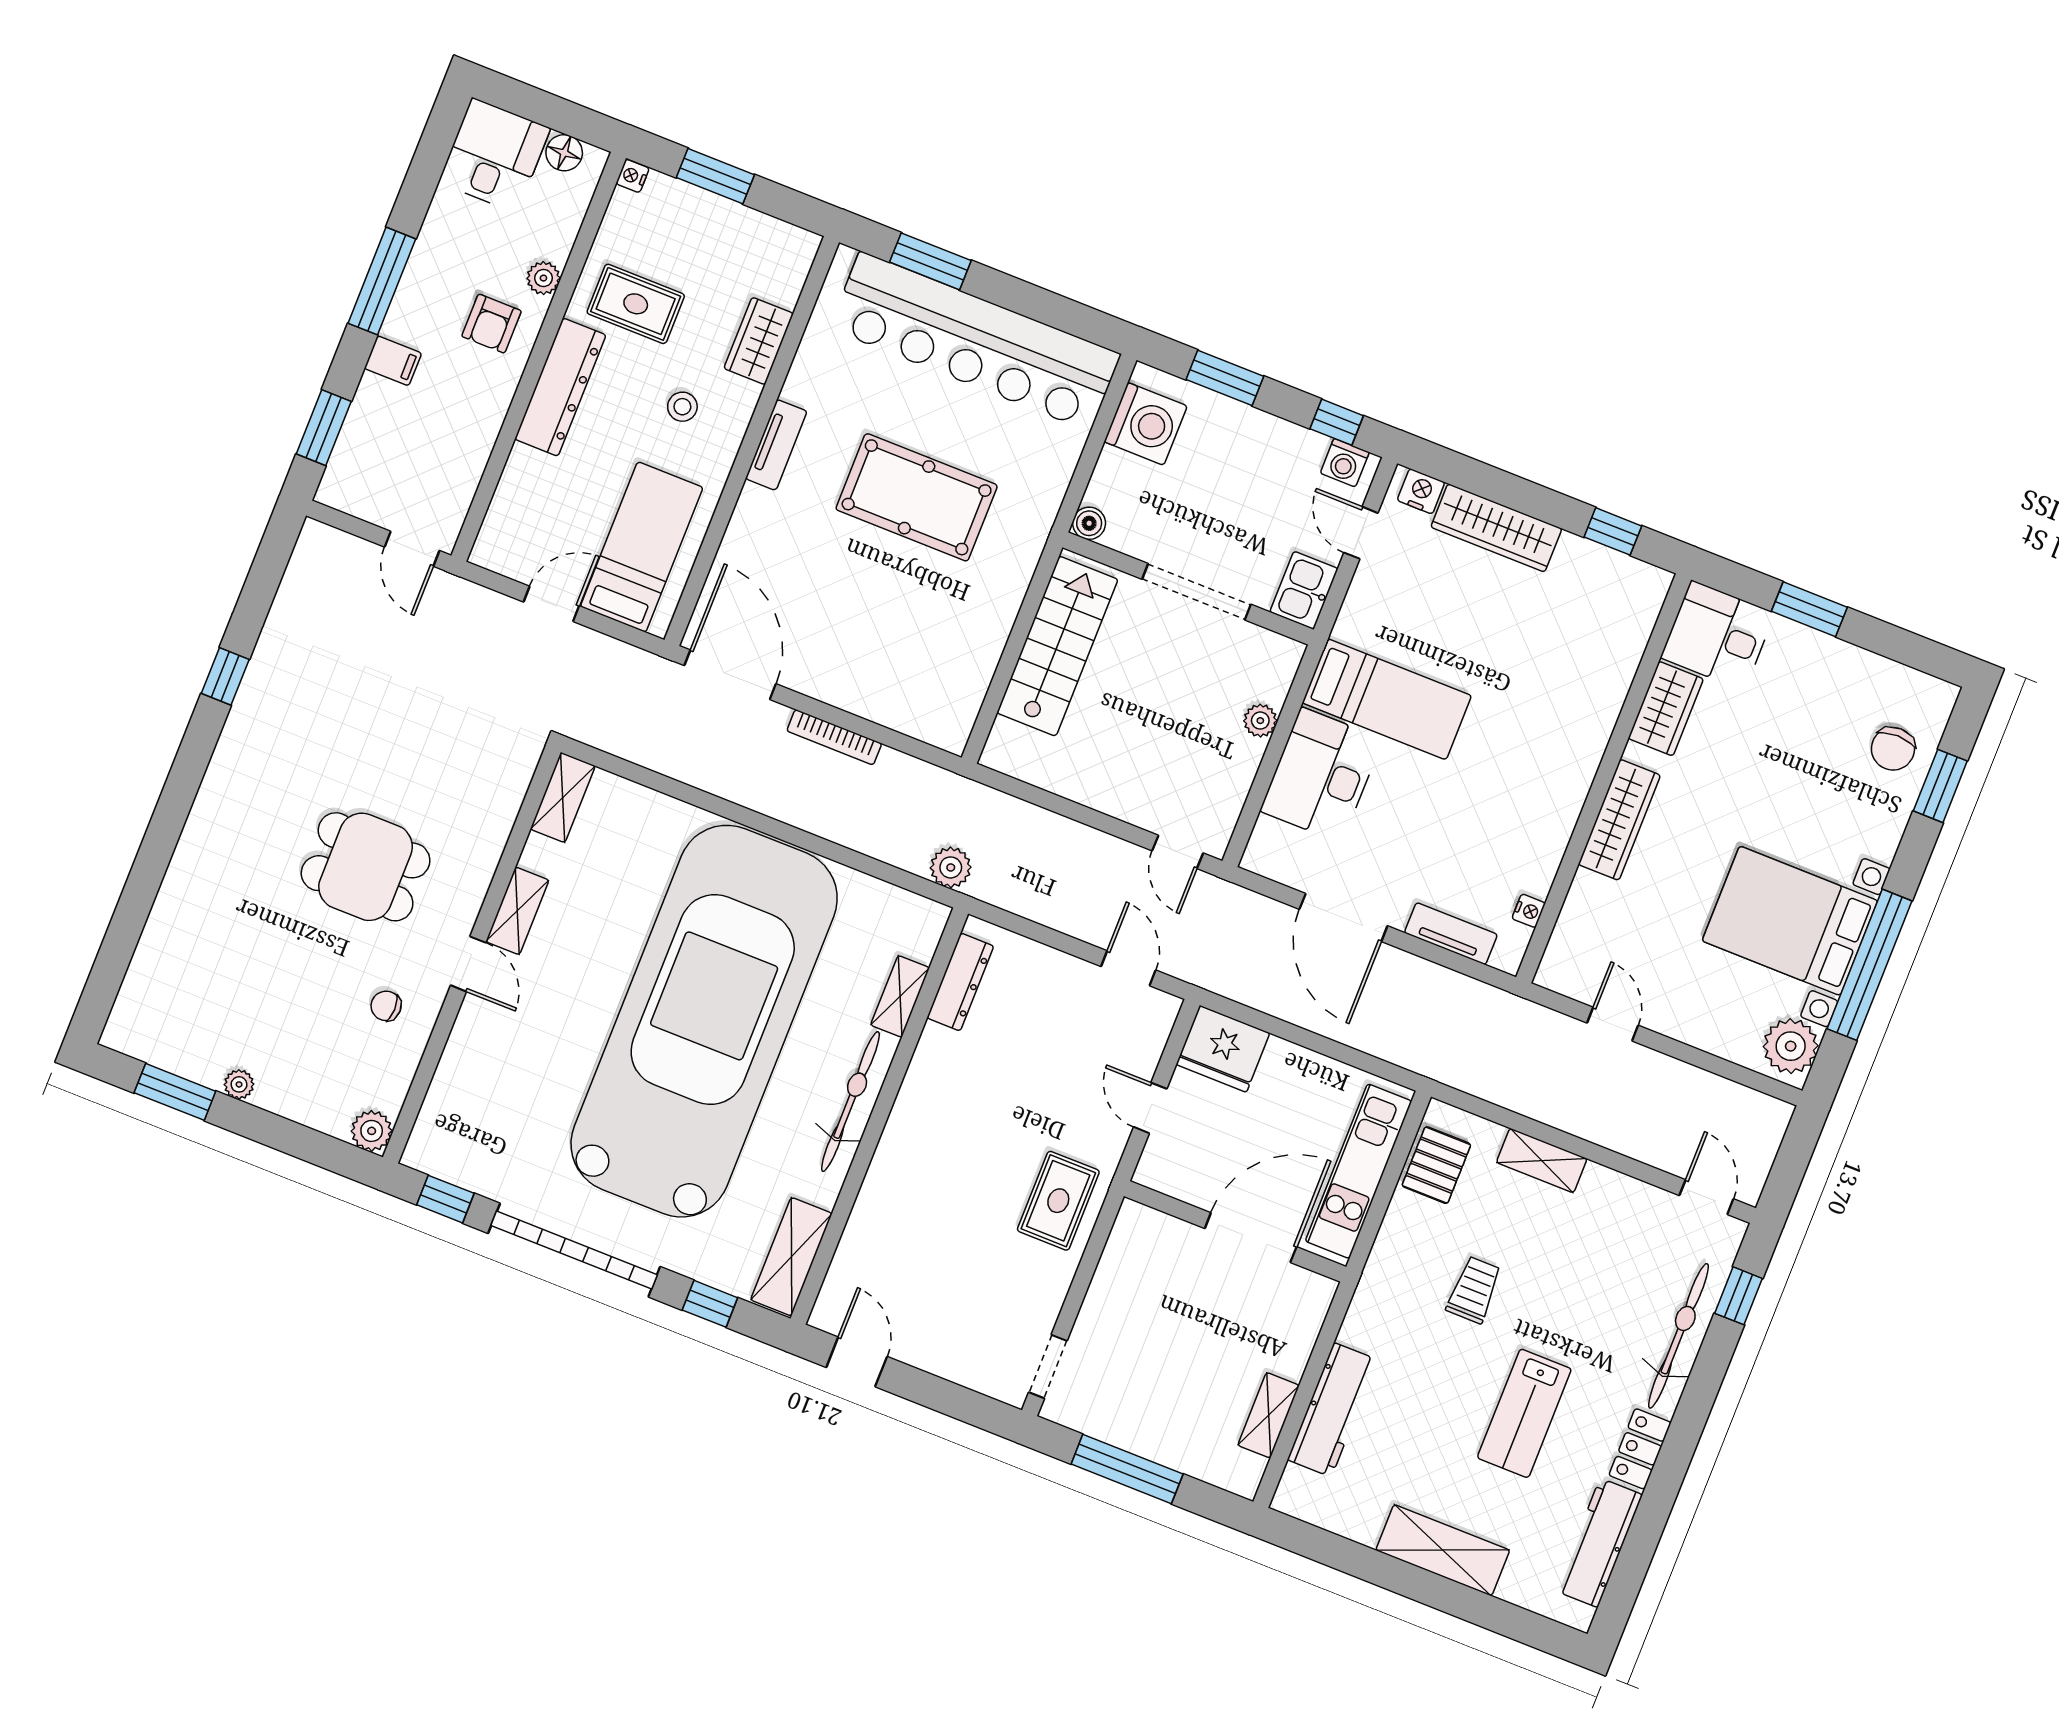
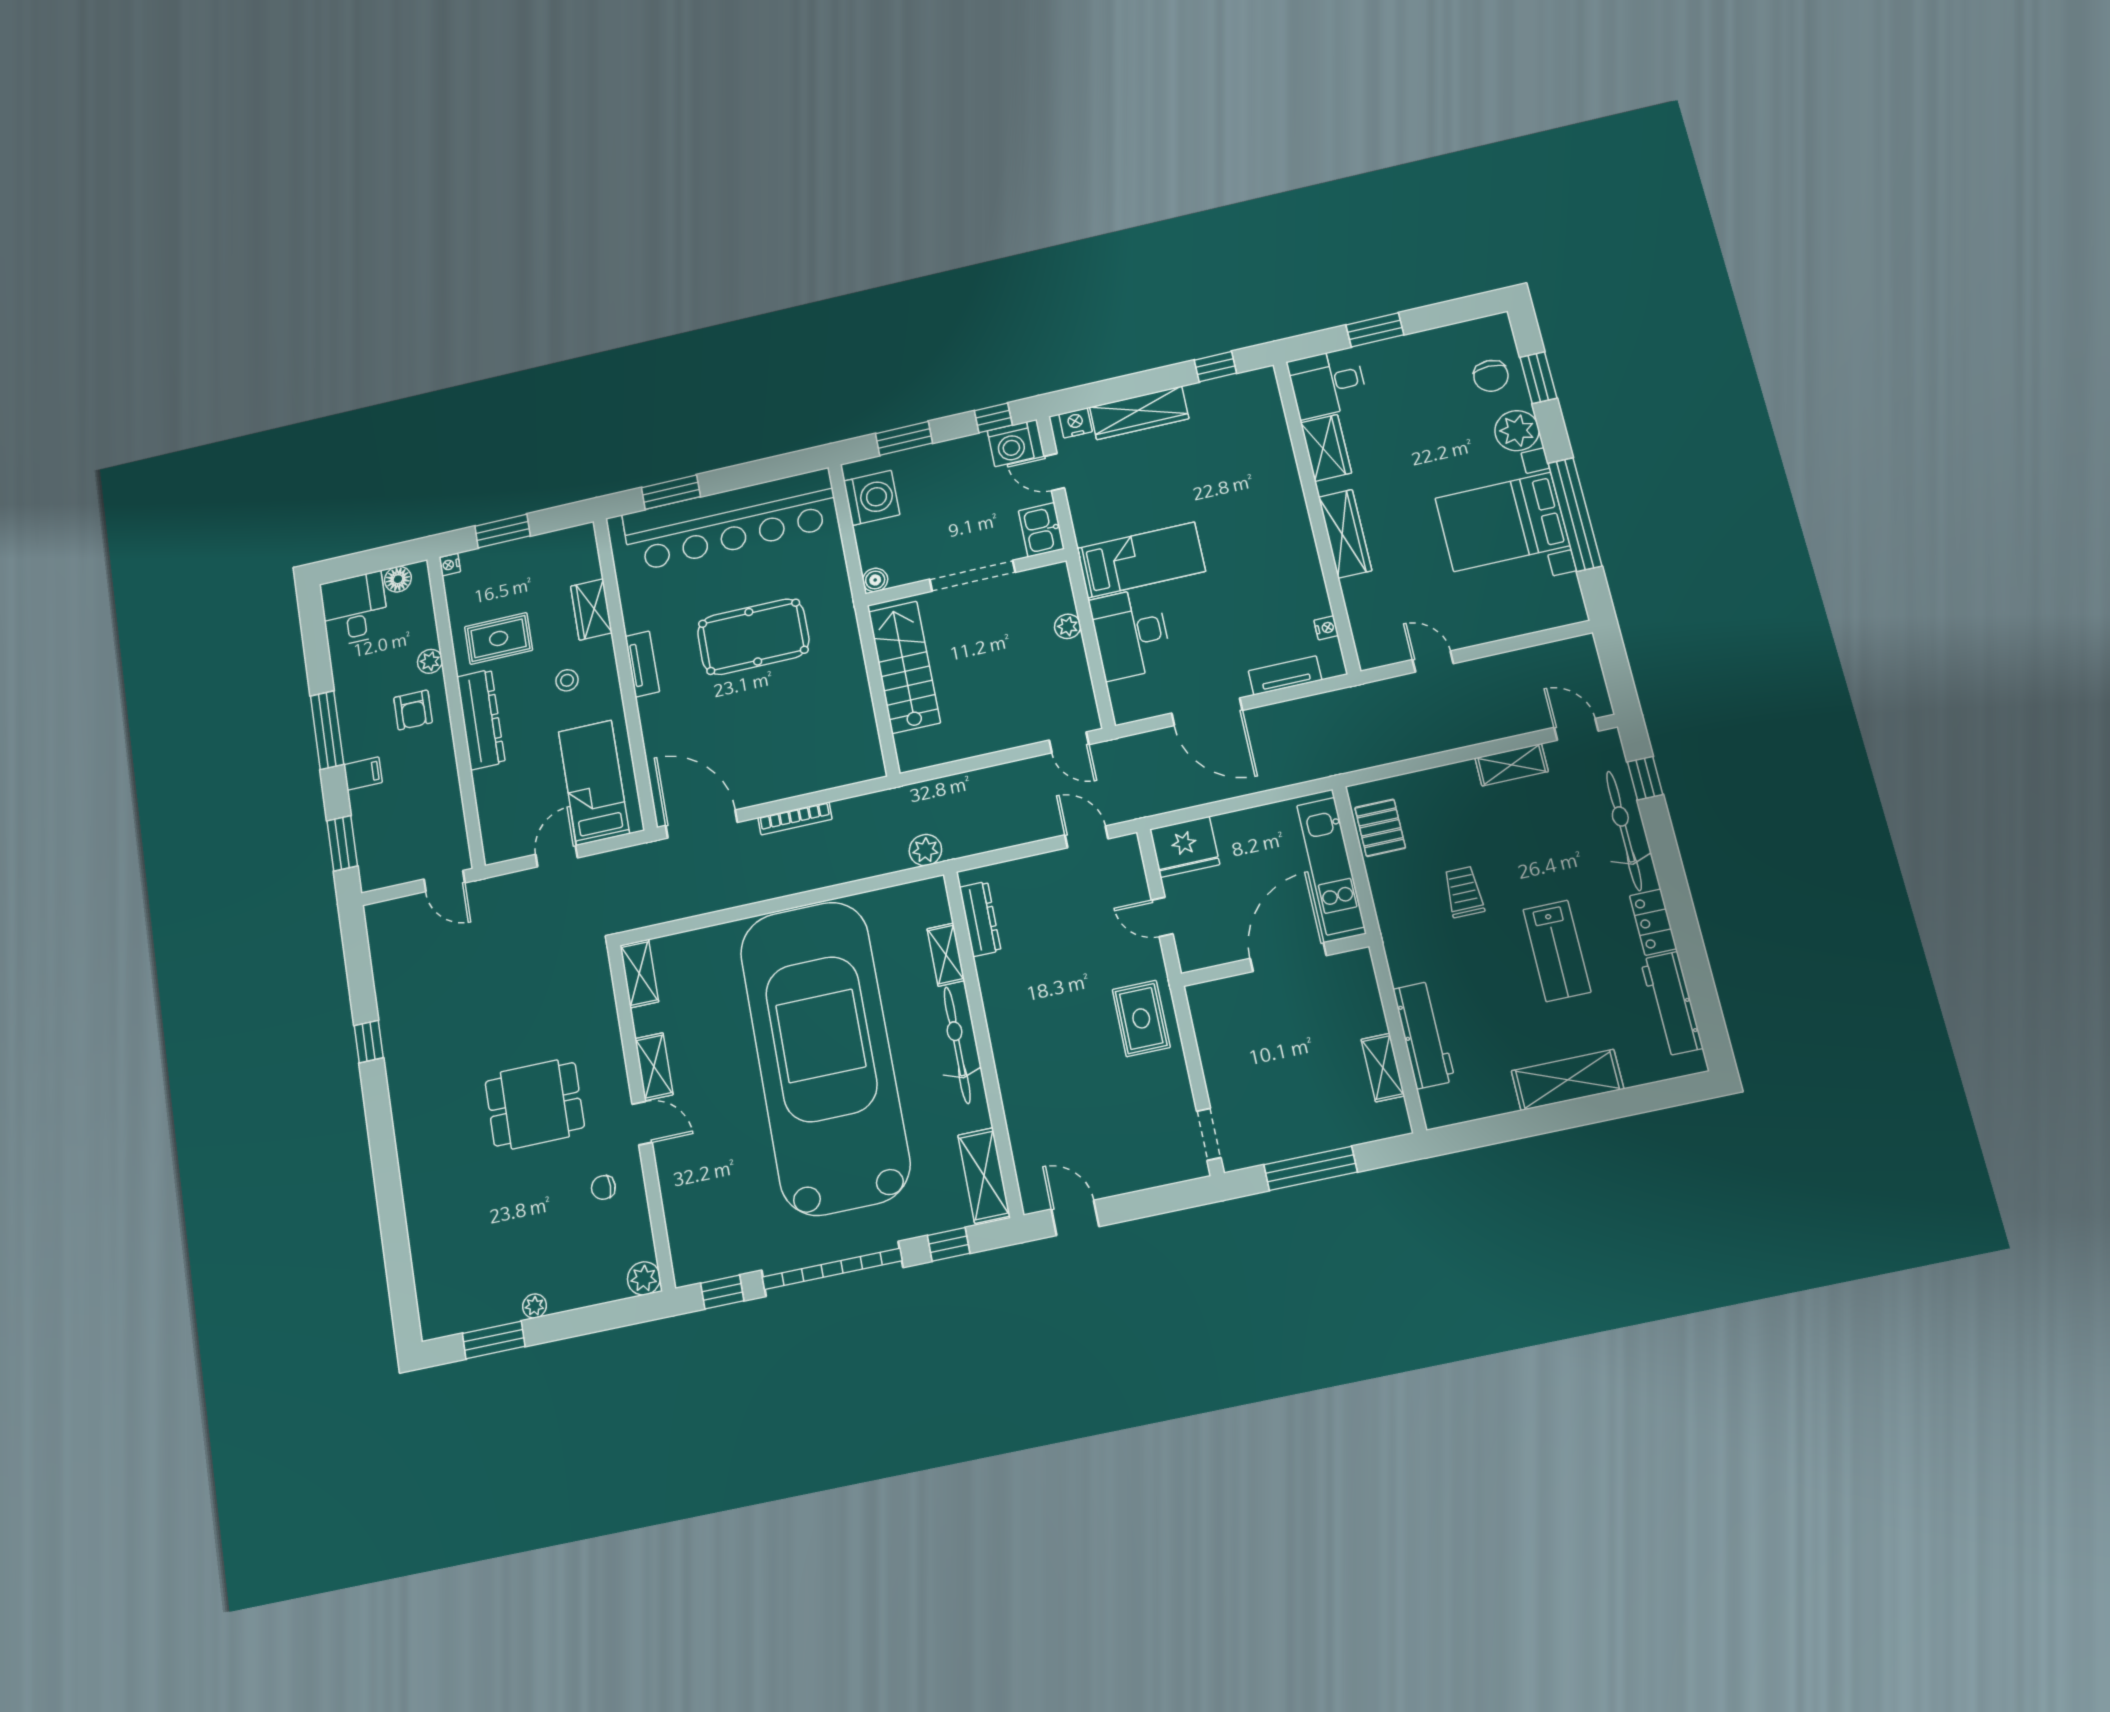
washing machine: (1345, 463) -> (1011, 444), width x1.38, depth x1.38
plant: (1791, 1046) -> (1517, 431), moved
shelving: (1542, 1161) -> (1512, 765), moved

